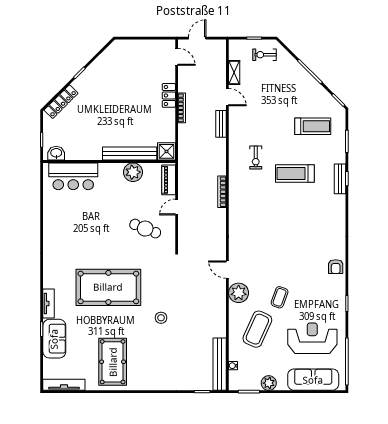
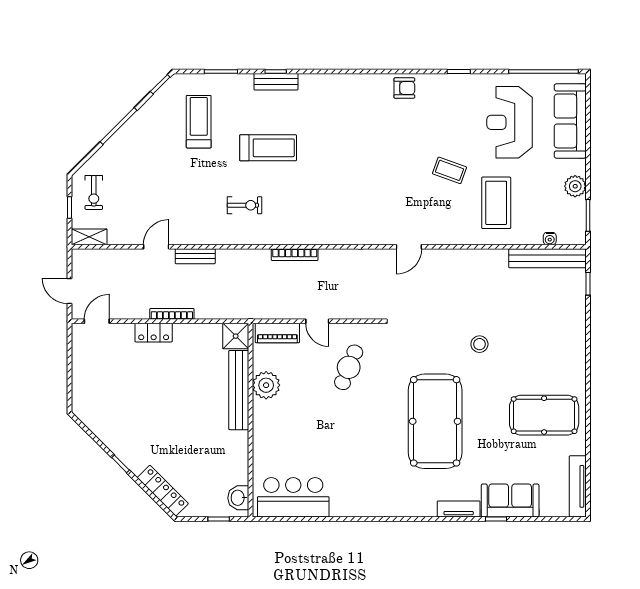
shelving: (234, 73) -> (89, 237), moved
treadmill: (295, 174) -> (268, 148), turned -90
bar counter: (73, 176) -> (293, 497), moved, turned -90
plant: (239, 293) -> (443, 230), removed
coffee table: (257, 329) -> (496, 203), turned 66

